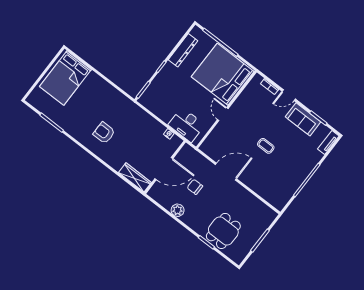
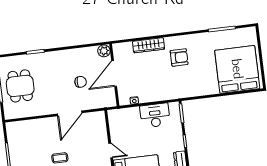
bed: (65, 78) -> (237, 69), width x1.36
desk: (187, 125) -> (155, 115), moved
wardrobe: (135, 177) -> (148, 45), moved
plant: (178, 210) -> (104, 51), moved
dining table: (223, 231) -> (20, 86), moved

